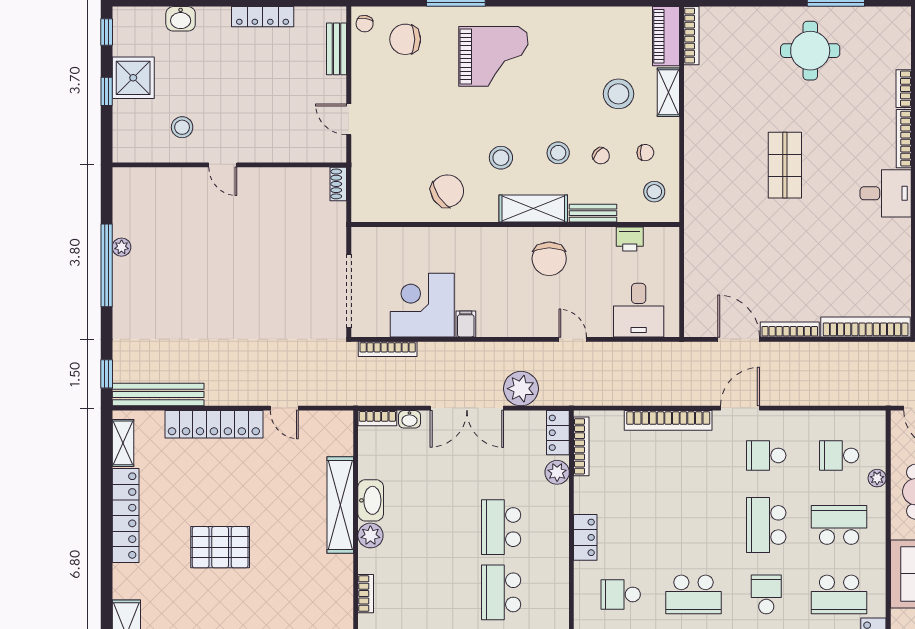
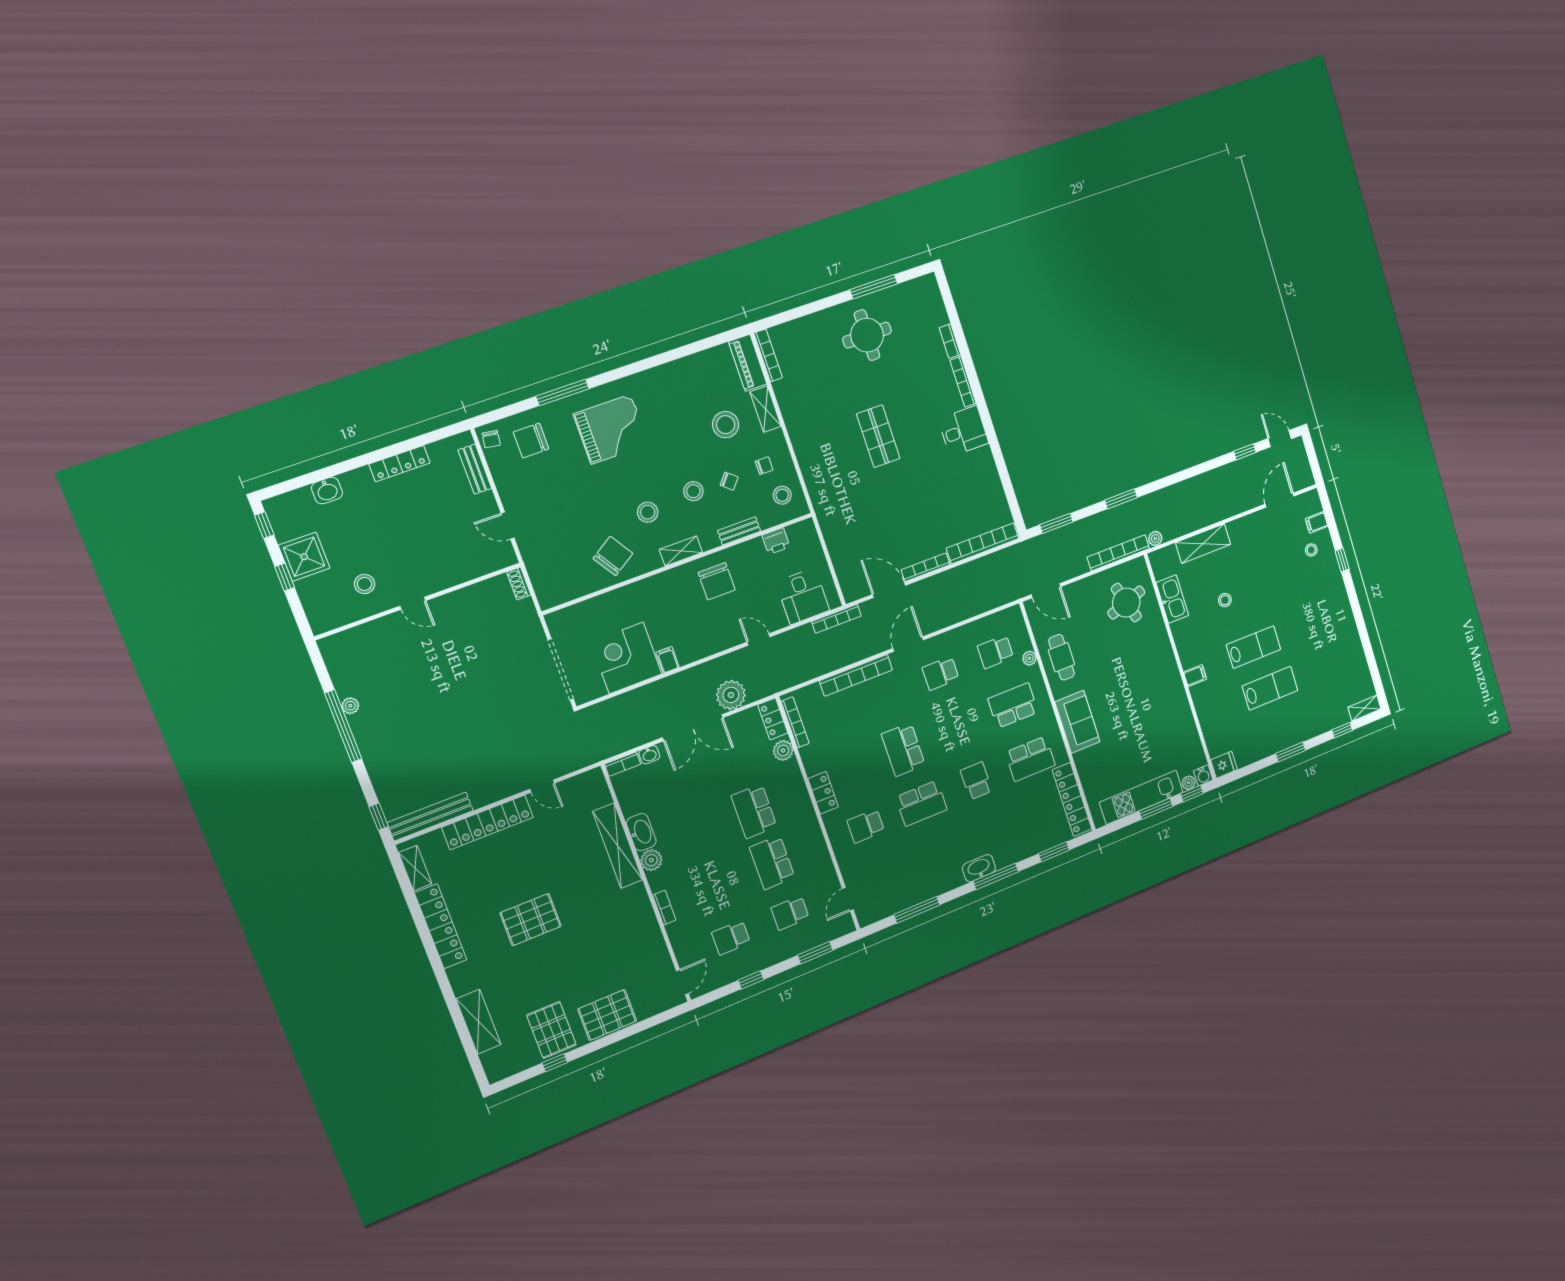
shelving: (533, 209) -> (681, 551), width x0.67, depth x0.75
bookcase: (388, 349) -> (836, 619), moved
school desk: (766, 525) -> (903, 750), moved

